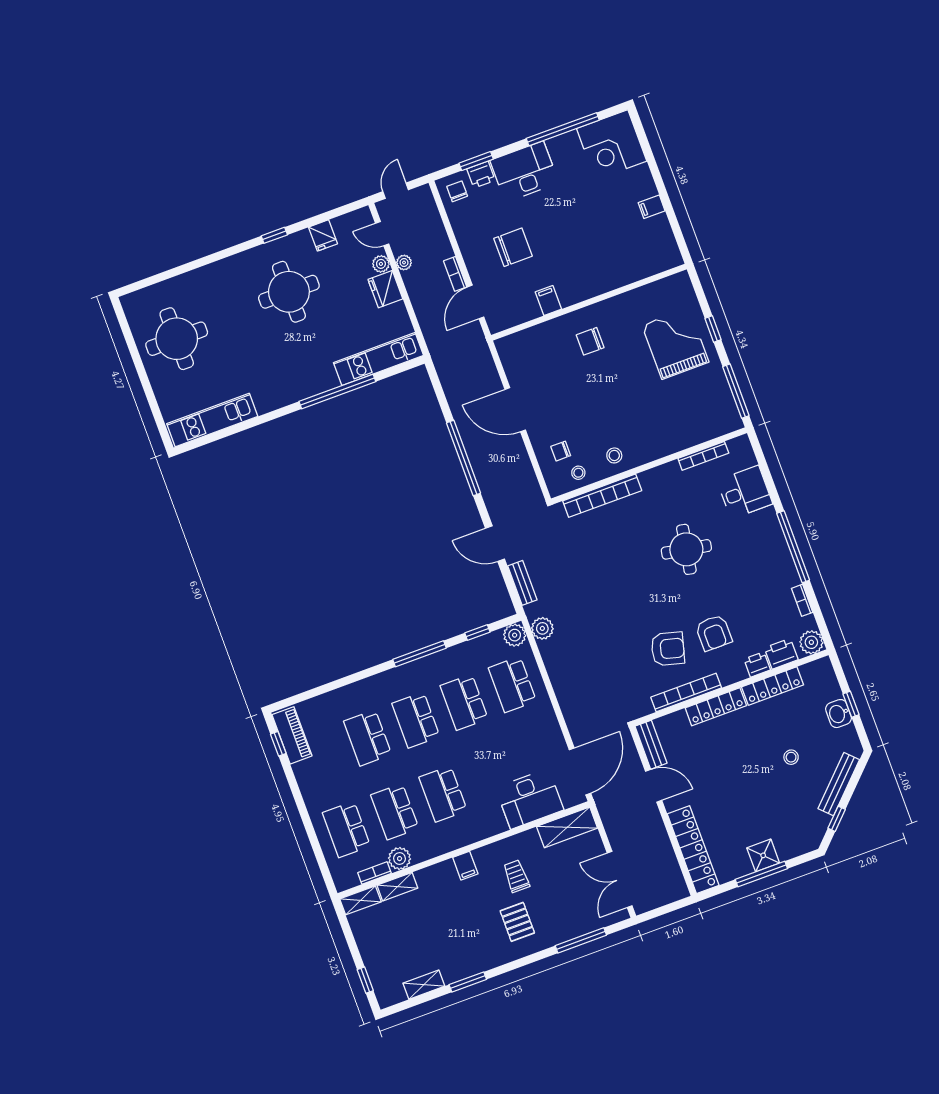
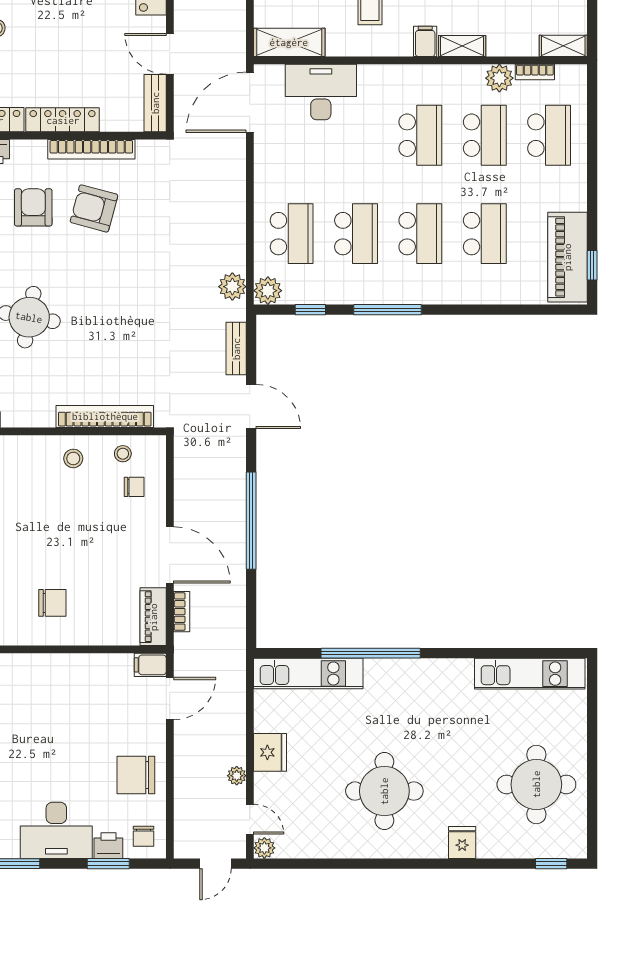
window: (274, 235) -> (551, 864), moved
fridge: (323, 235) -> (462, 842), moved
chair: (513, 247) -> (136, 775), moved
plant: (381, 264) -> (264, 848), moved
bookcase: (455, 274) -> (182, 612), moved
filing cabinet: (548, 300) -> (150, 665), moved, turned 90
piano: (511, 359) -> (153, 617), added
piano: (292, 735) -> (567, 257), width x1.37, depth x1.33
shelving: (397, 887) -> (462, 46), moved

